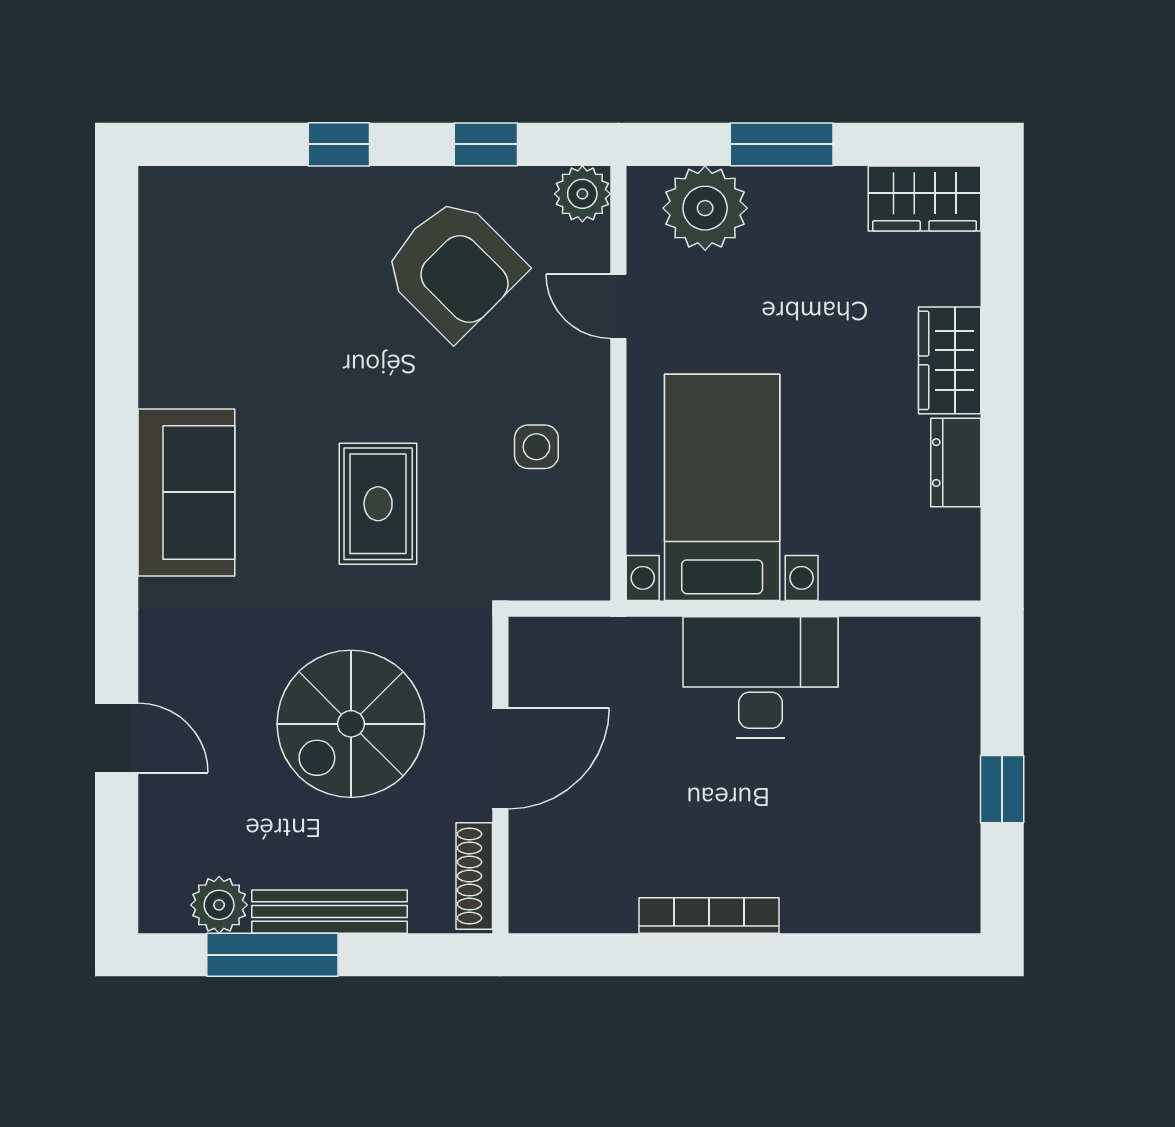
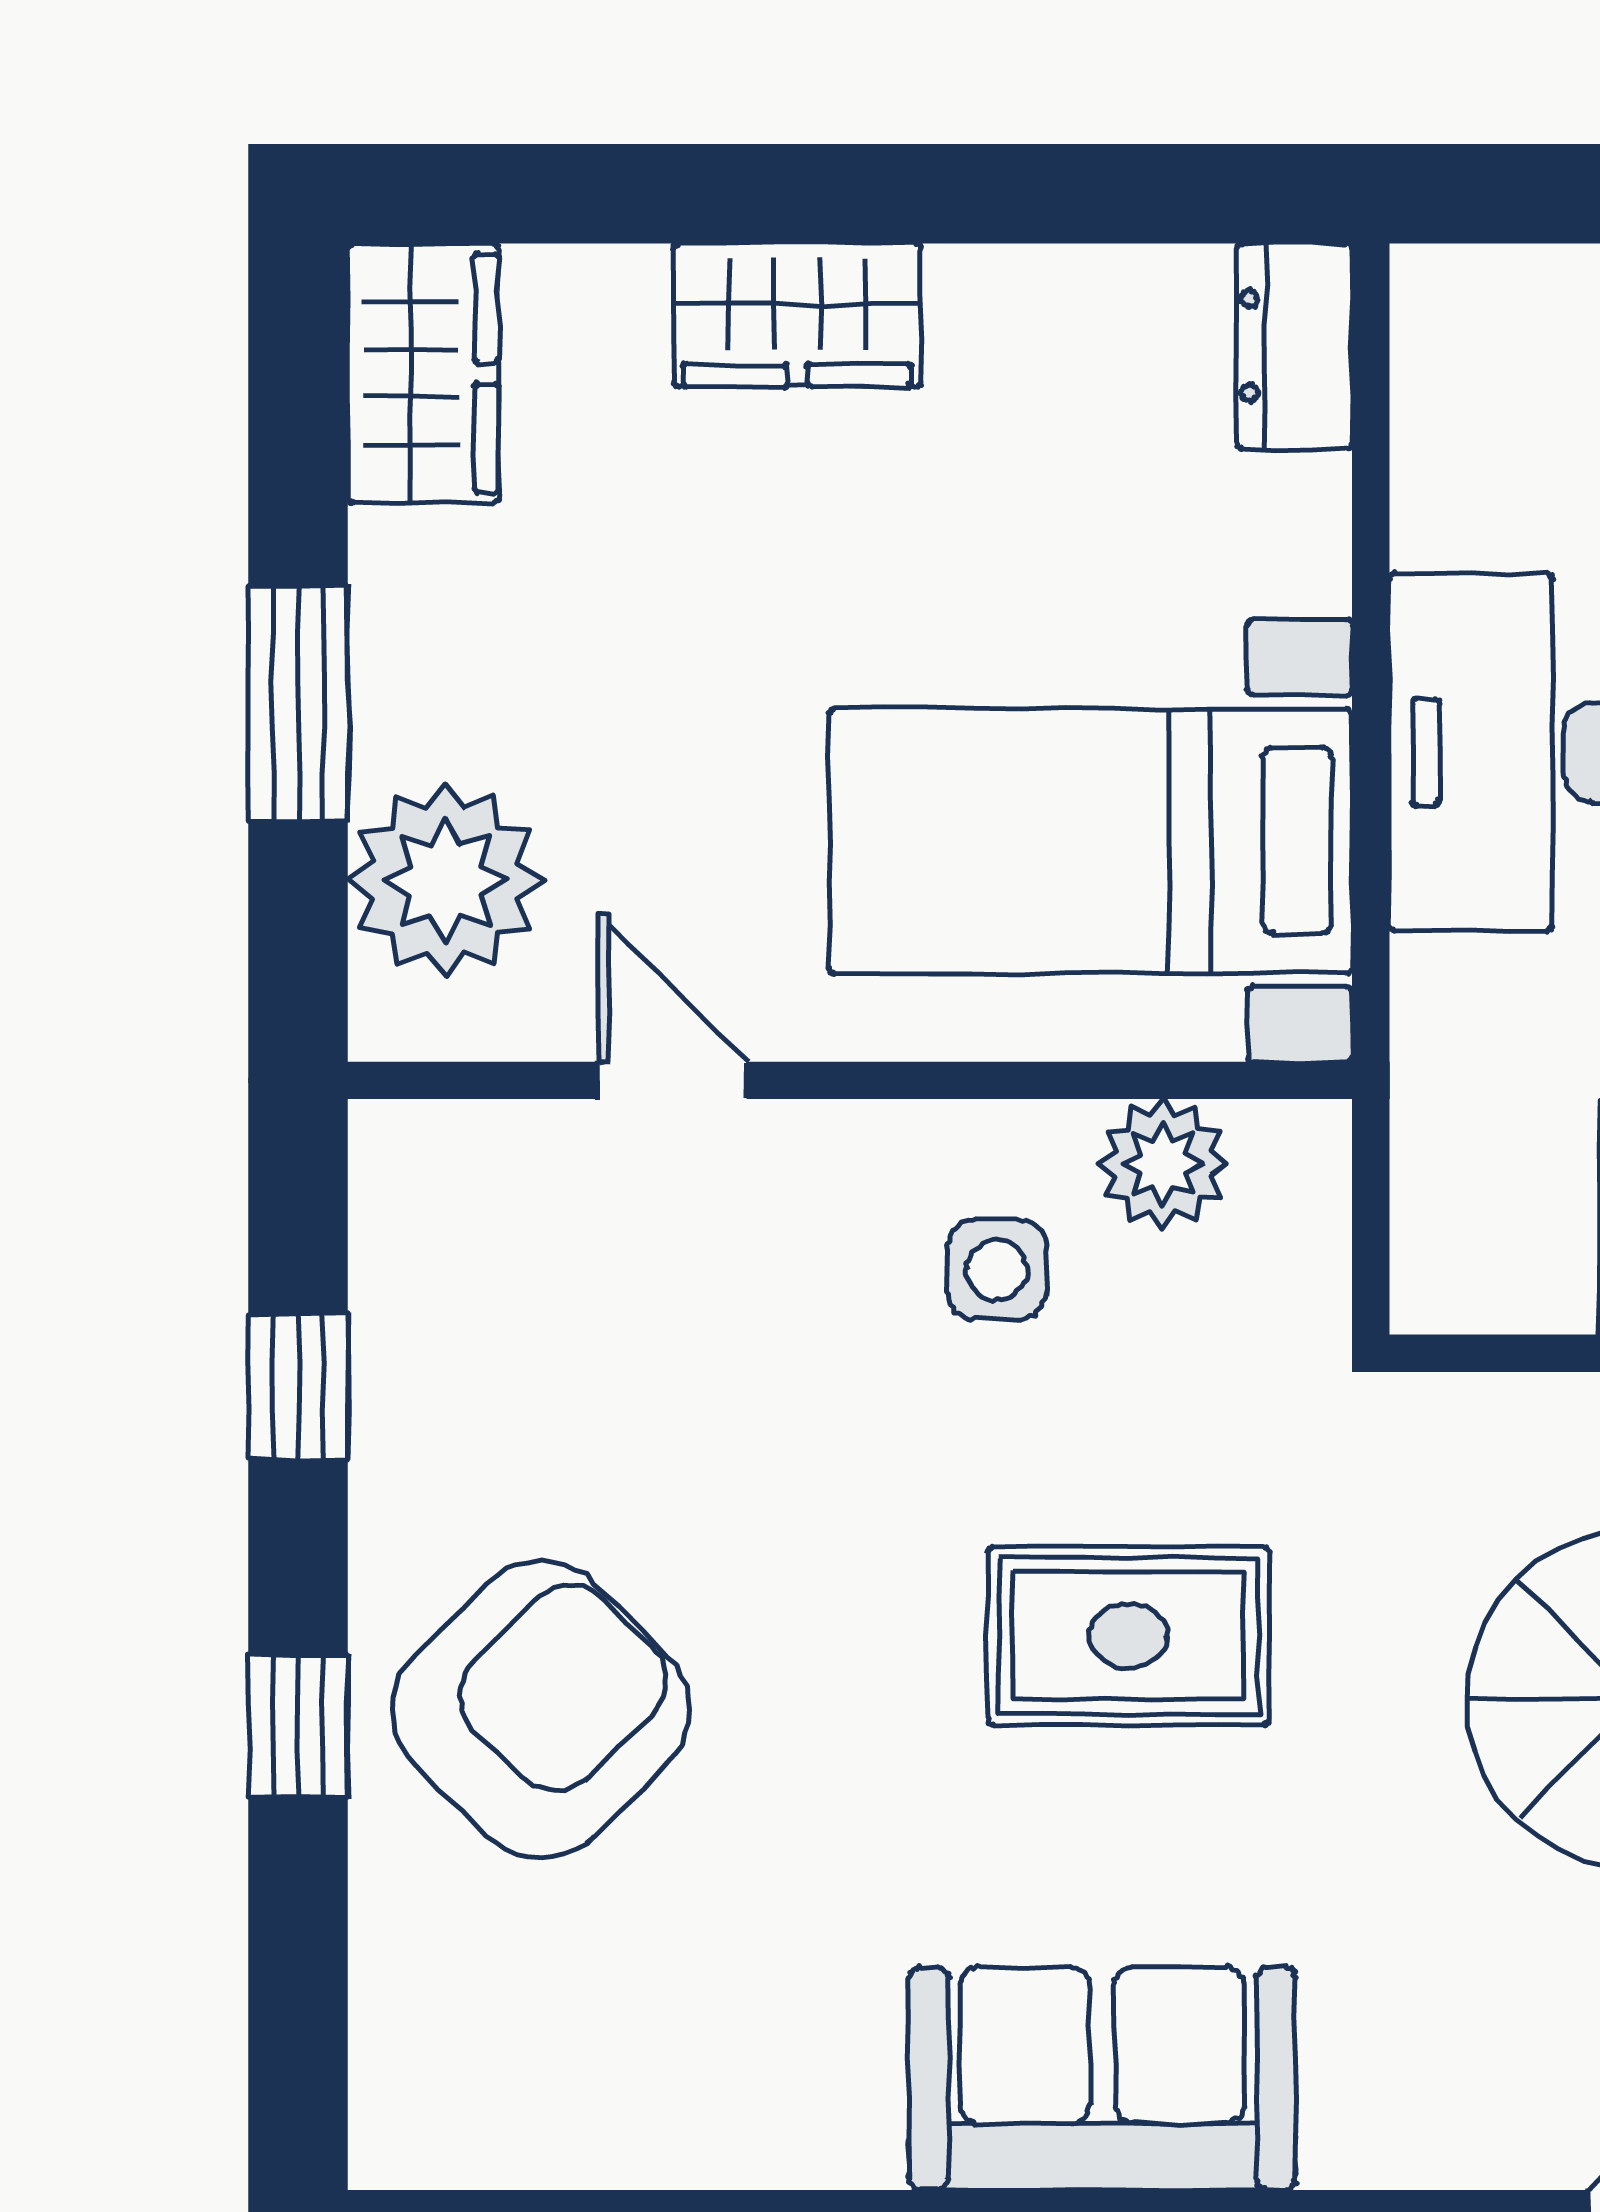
plant: (582, 194) -> (1163, 1164), moved
armchair: (454, 268) -> (541, 1710), moved
door: (618, 306) -> (672, 1080), swing flipped
dresser: (956, 463) -> (1294, 346), moved, turned 90

